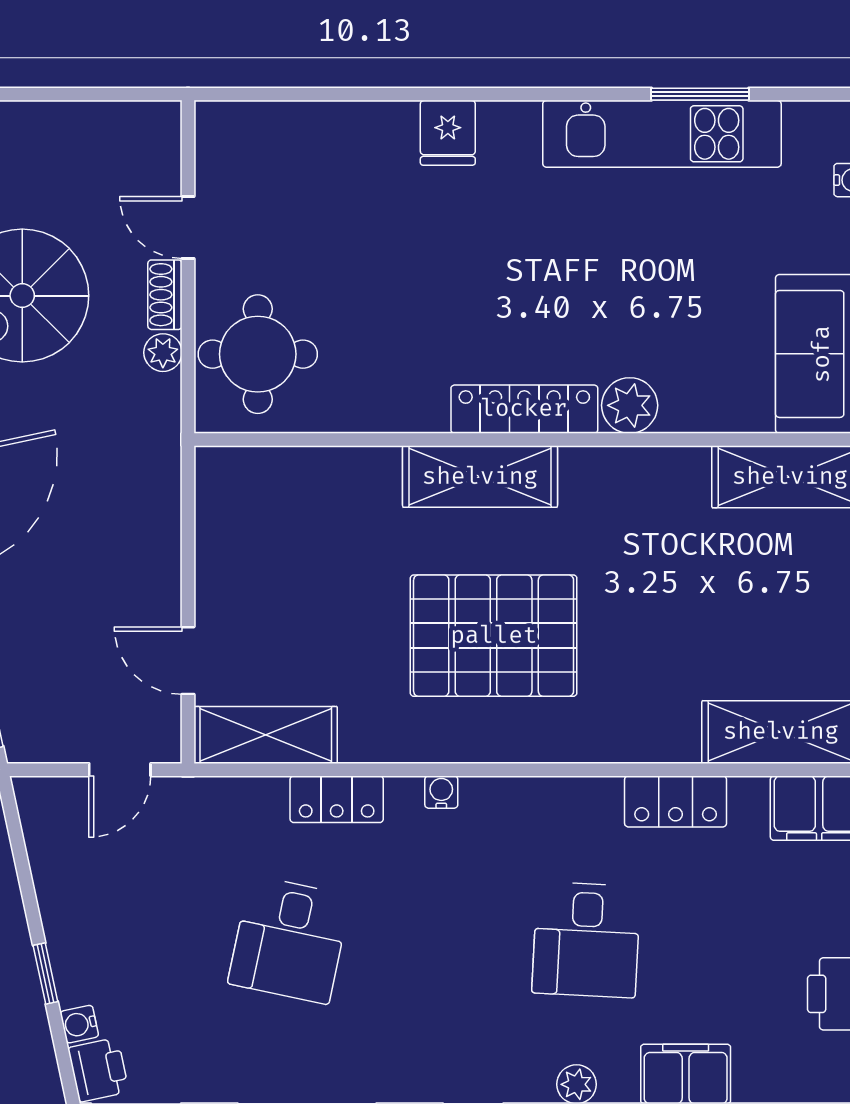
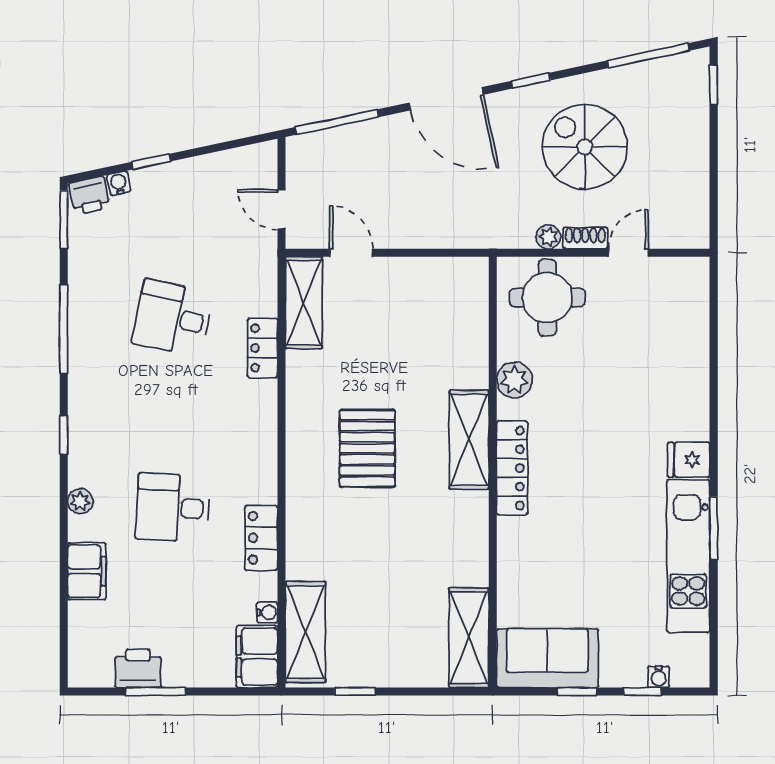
window: (700, 94) -> (714, 528), moved
fridge: (448, 133) -> (689, 460), moved
plant: (630, 405) -> (514, 380), moved
pallet: (494, 636) -> (367, 448), width x0.73, depth x0.71
door: (188, 661) -> (351, 253), hinge flipped
water cooler: (441, 792) -> (267, 612), moved
locker: (676, 801) -> (261, 538), moved

